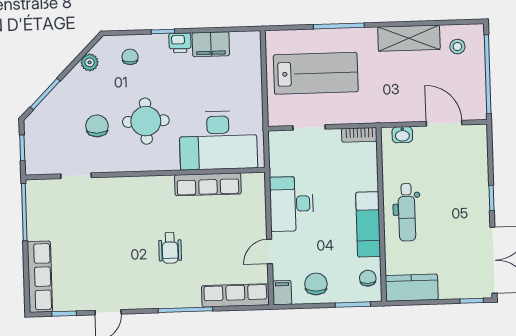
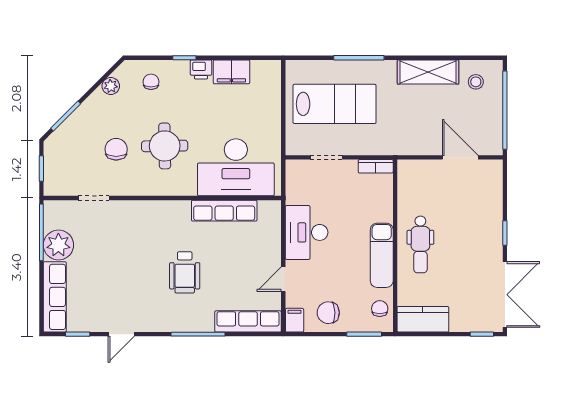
washbasin: (402, 135) -> (418, 167), removed
plant: (42, 224) -> (58, 245), added
wheelchair: (170, 248) -> (185, 272), width x1.36, depth x1.37
chair: (316, 284) -> (328, 313), turned -94

